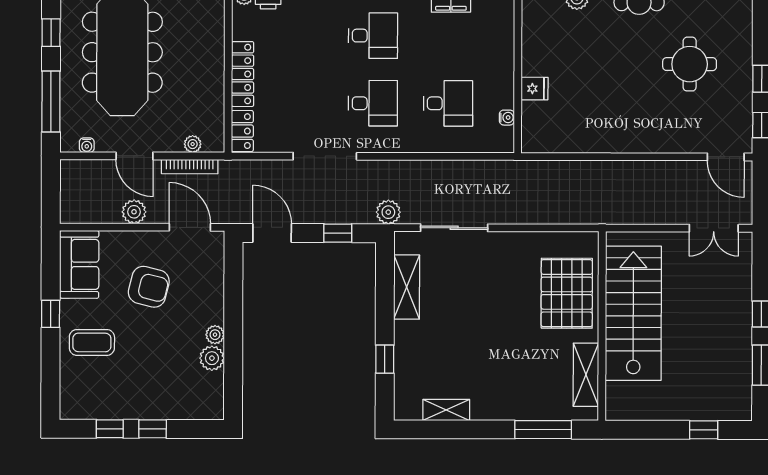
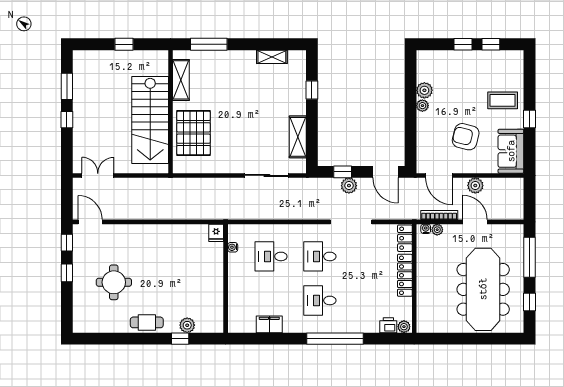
fridge: (535, 89) -> (216, 233), moved, turned -90
water cooler: (87, 145) -> (426, 229), moved
plant: (388, 212) -> (349, 186), moved
window: (704, 430) -> (124, 44), moved

